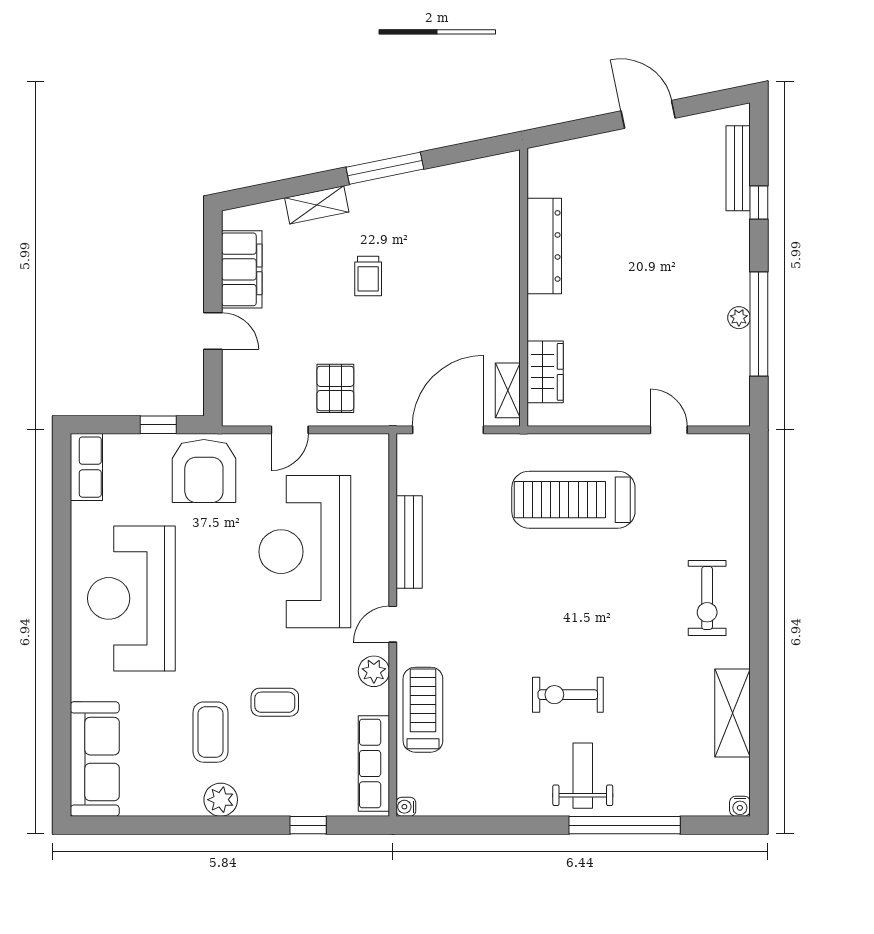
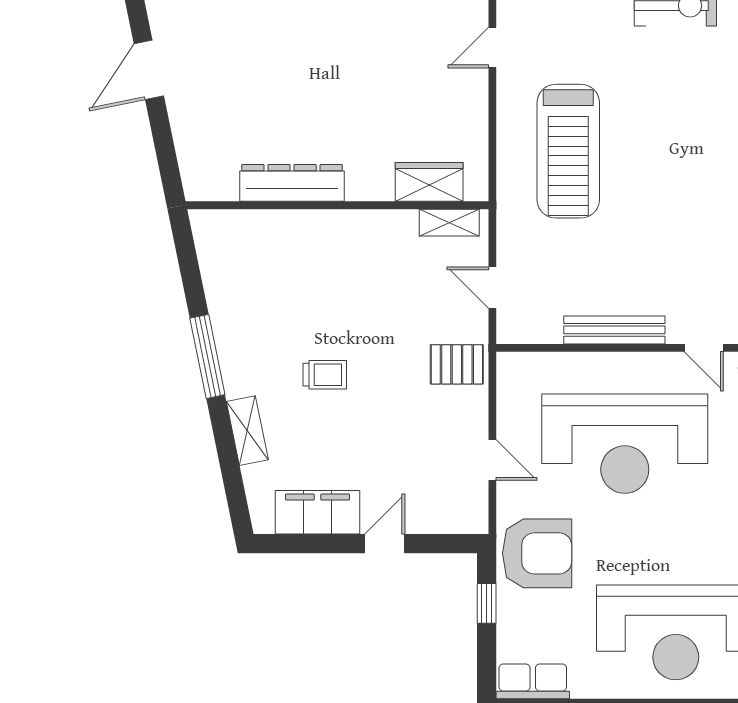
pallet: (335, 388) -> (457, 364), moved
door: (448, 430) -> (492, 288), width x0.53

